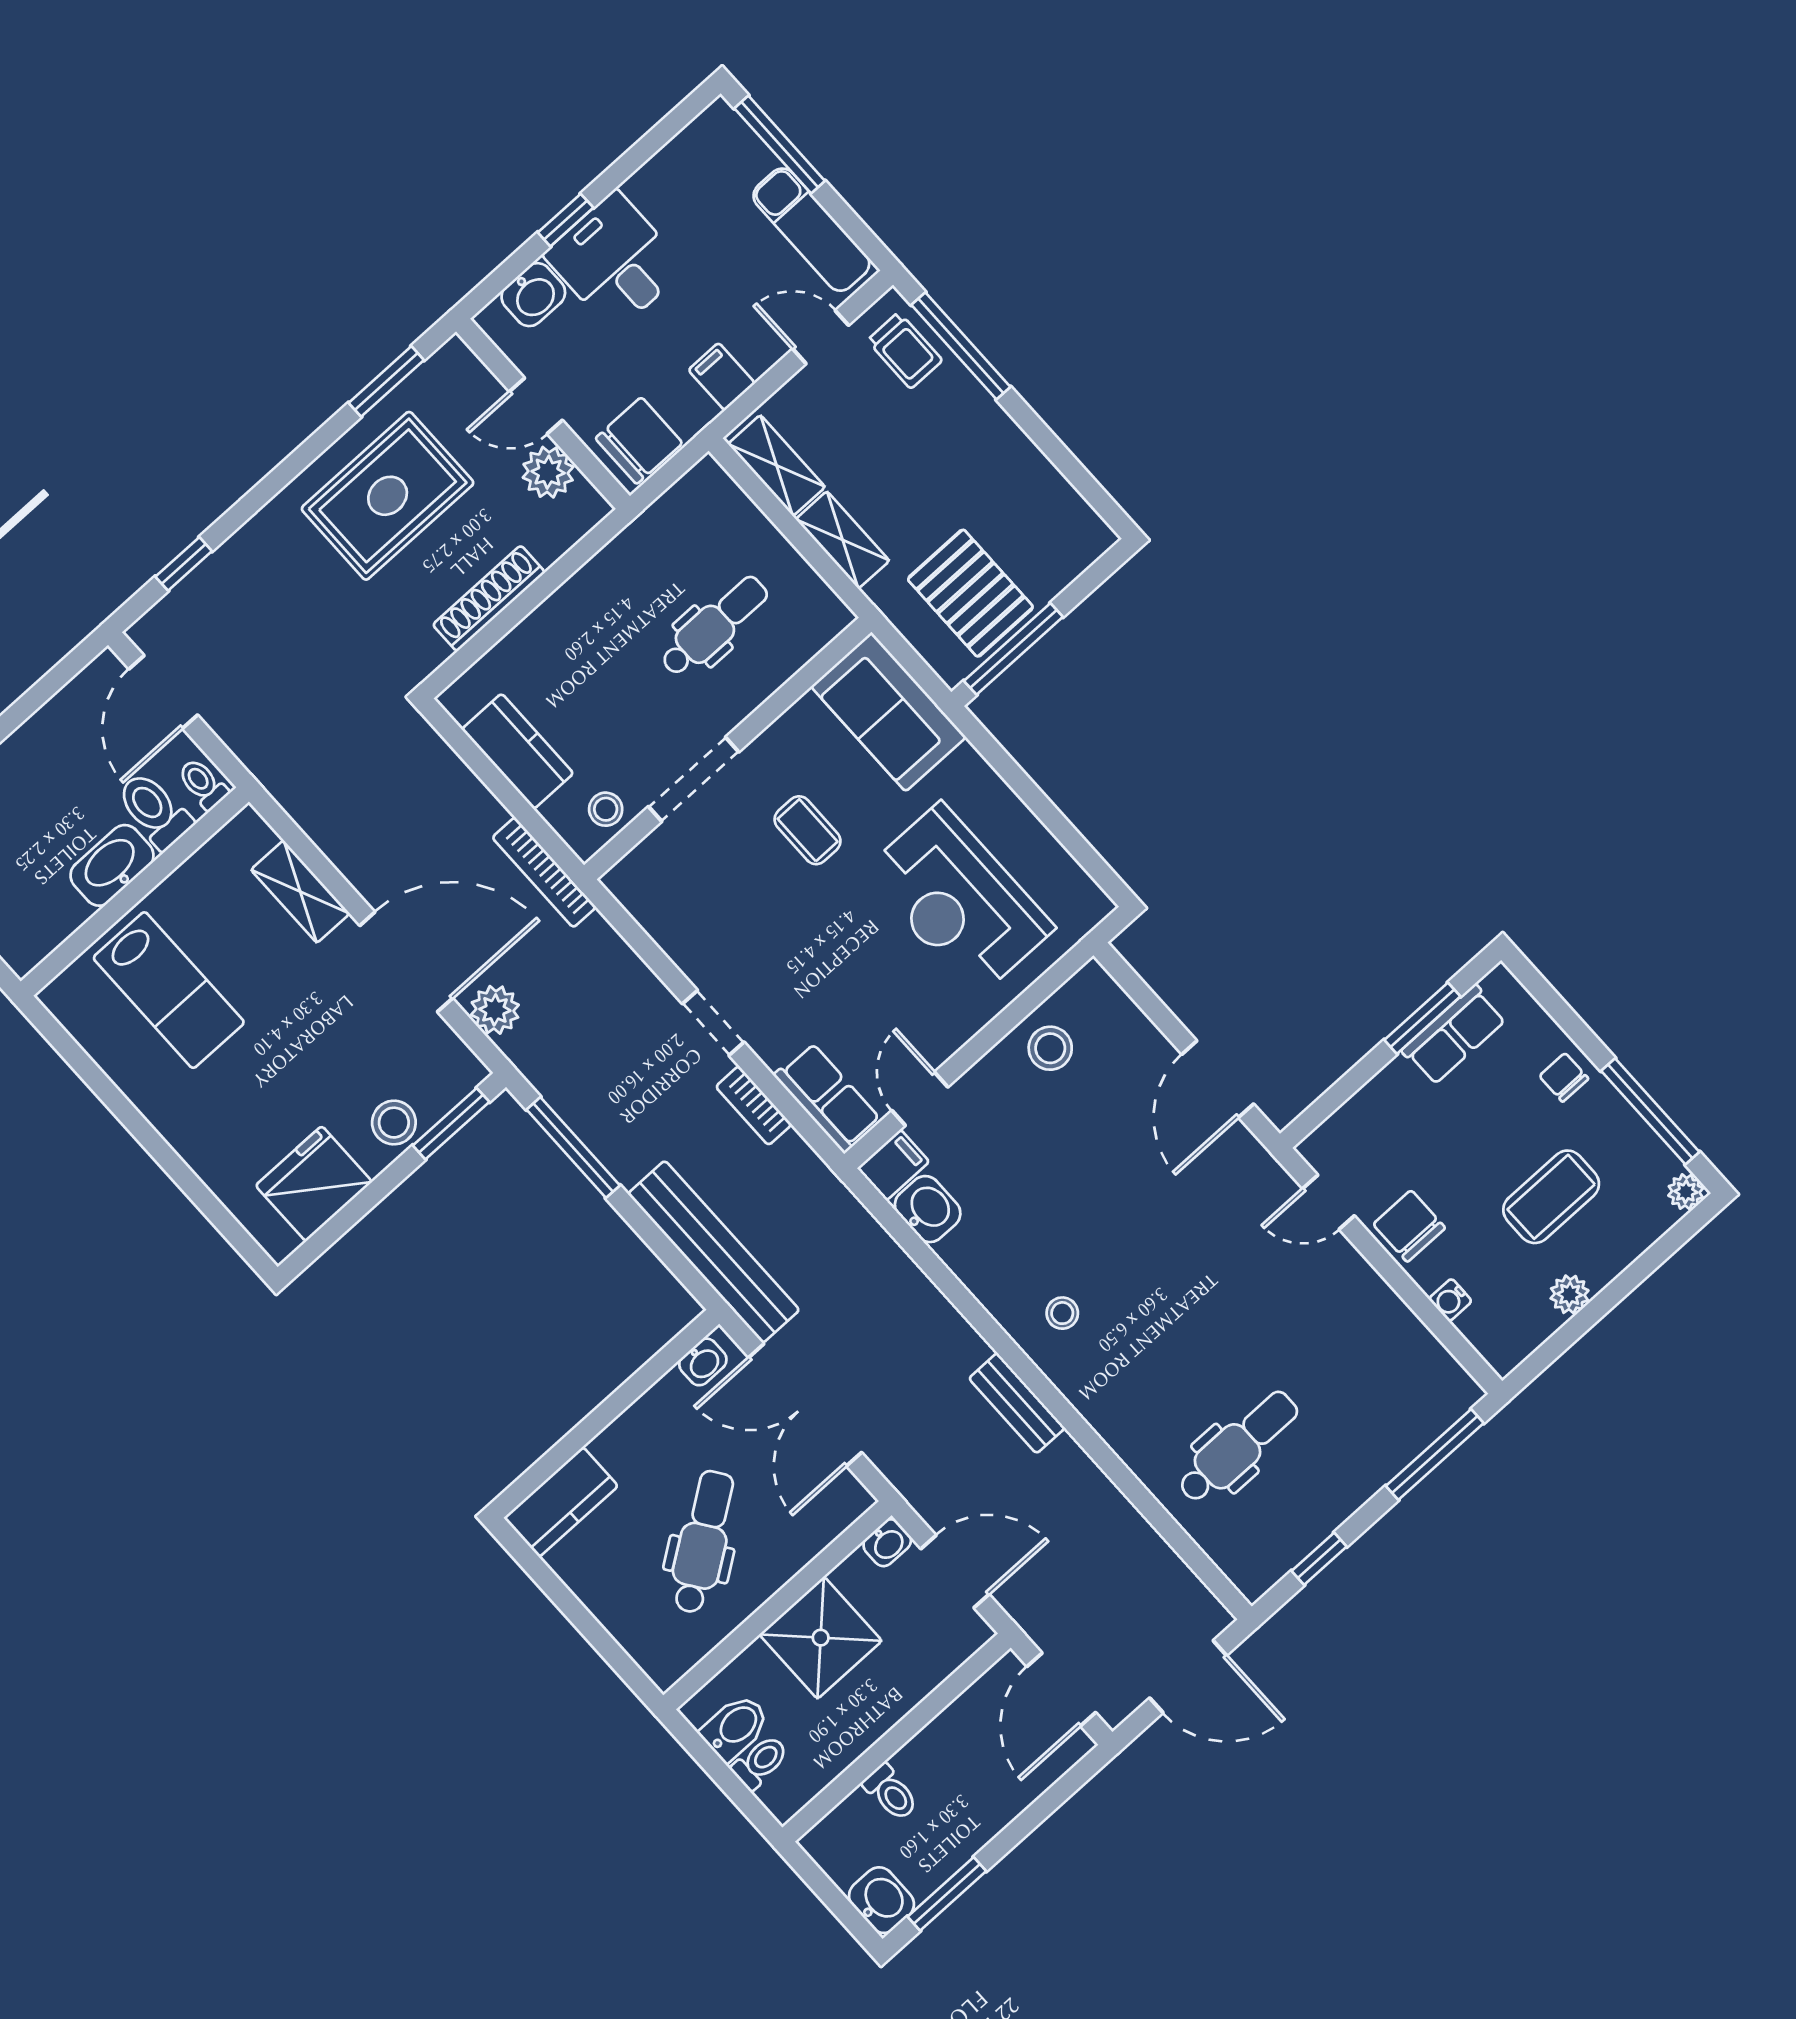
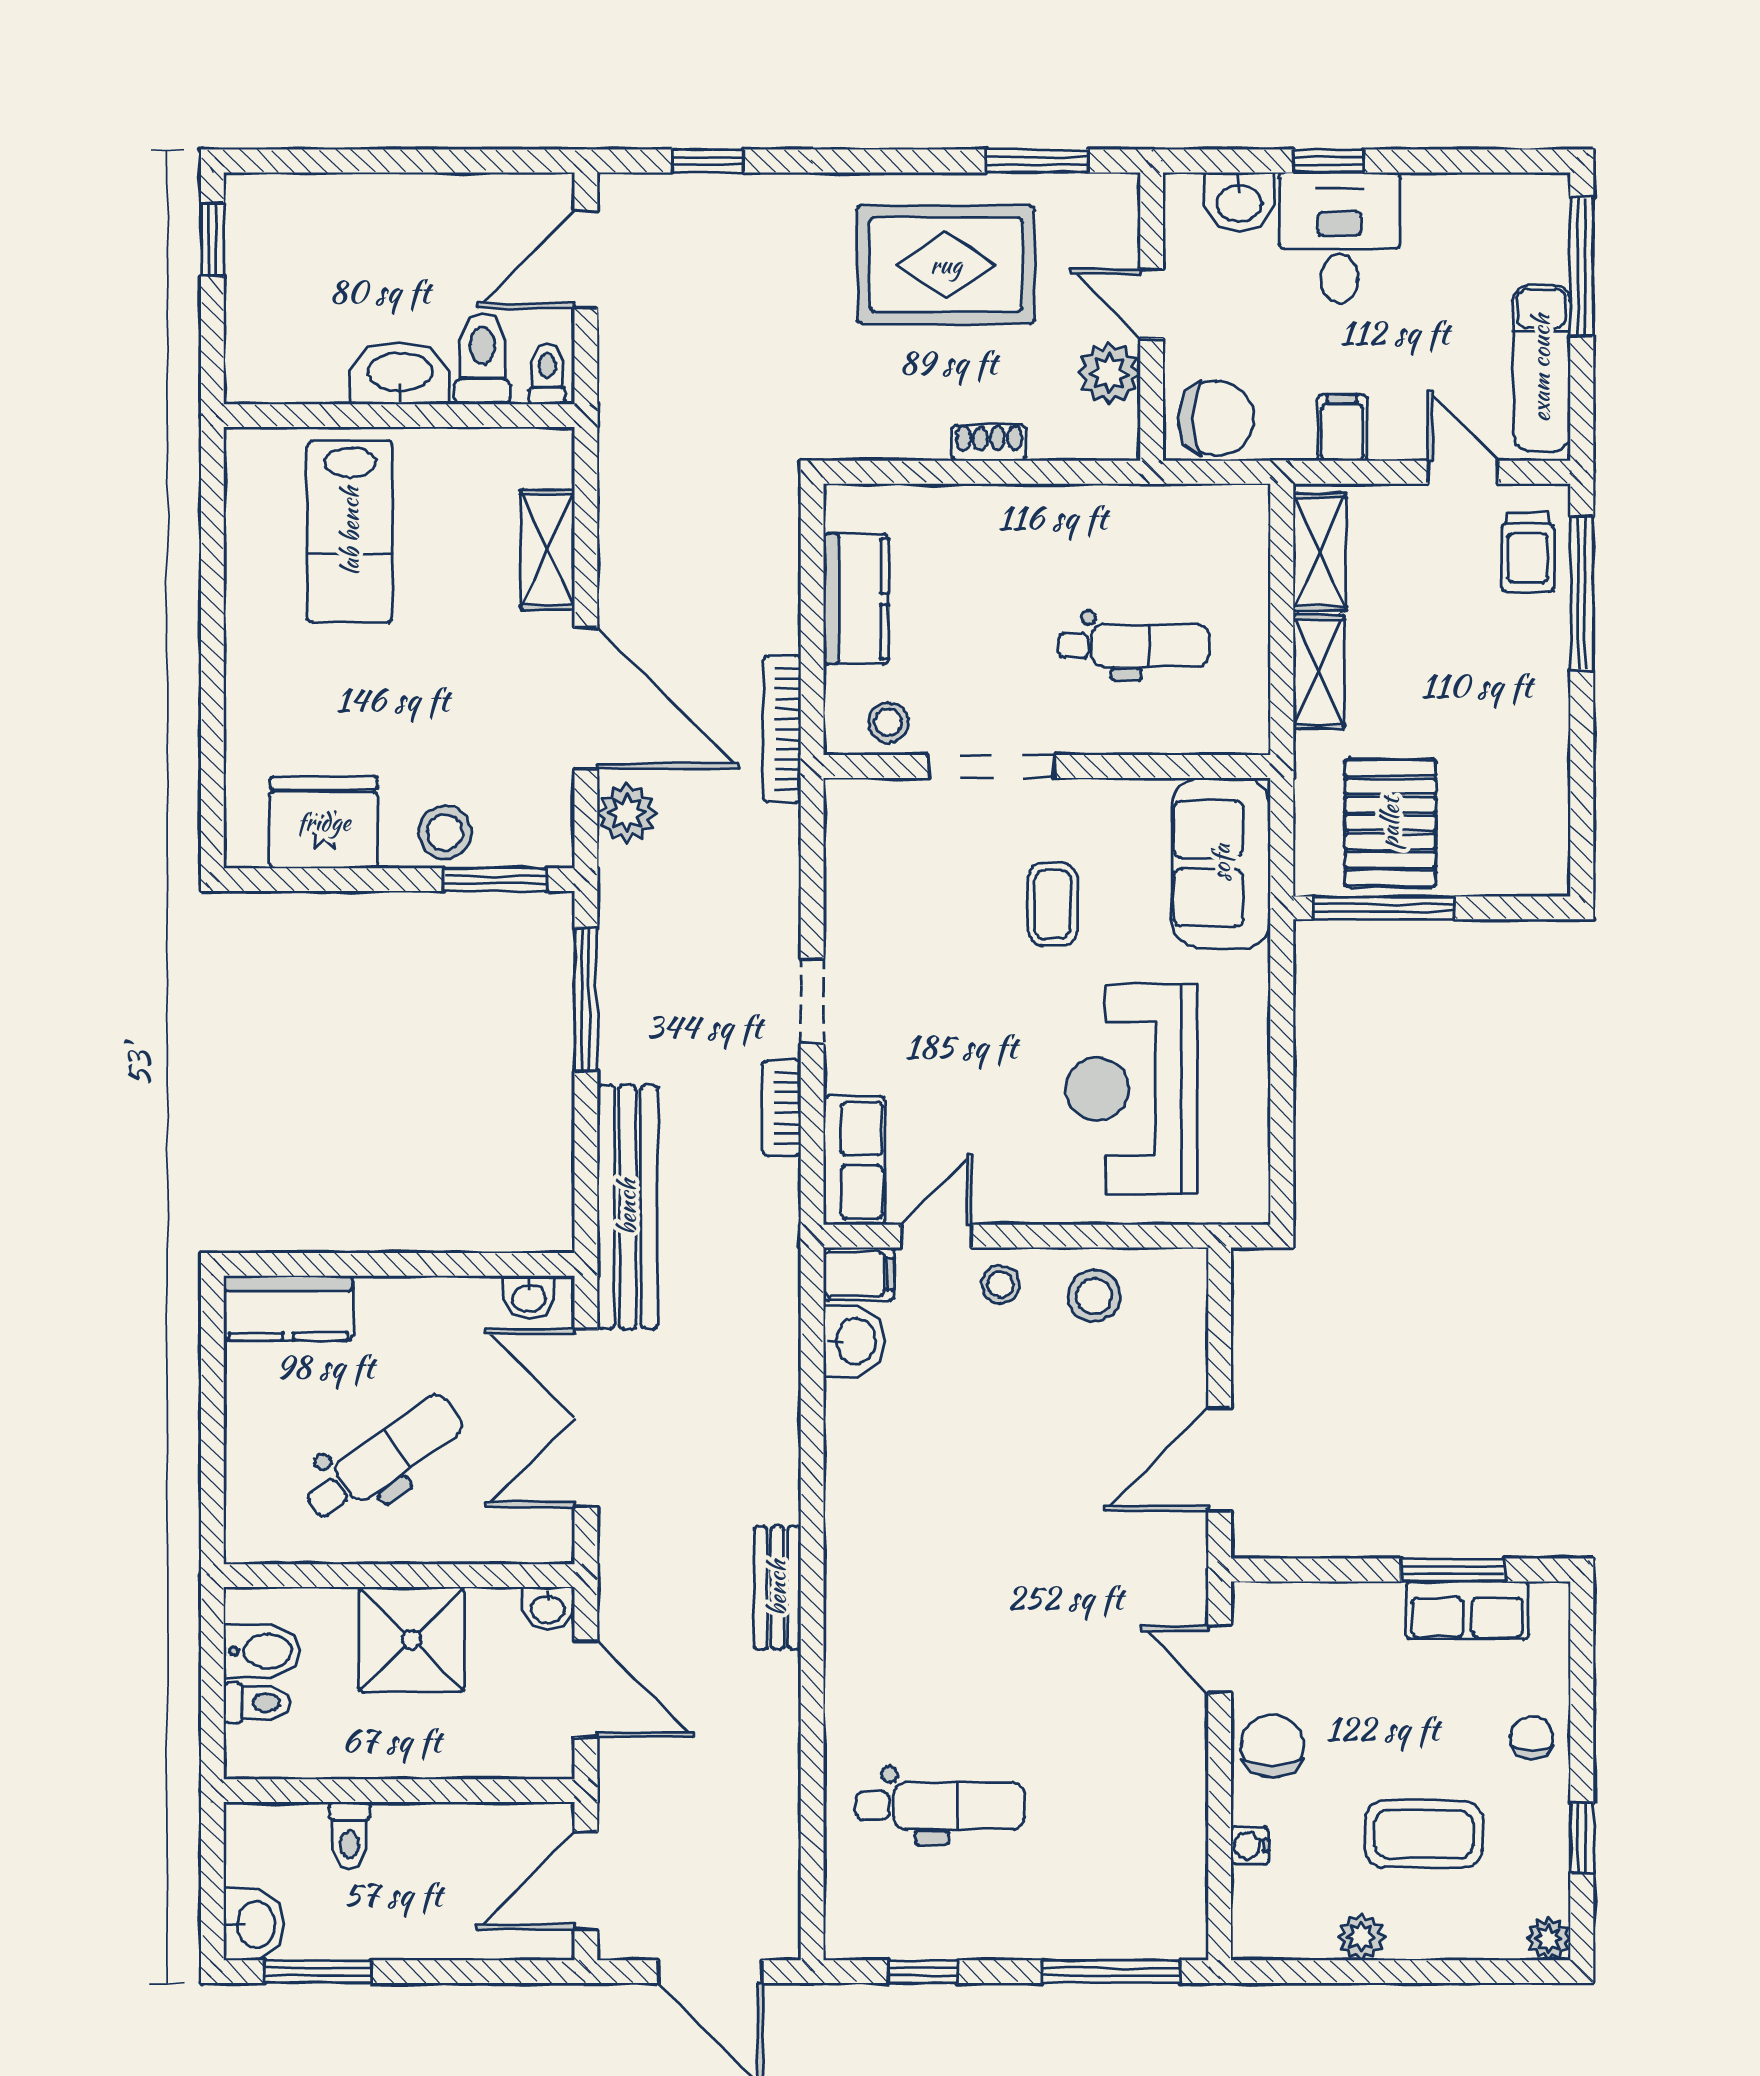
shoe rack: (489, 598) -> (989, 443), width x0.51, depth x0.81
window: (1650, 1111) -> (1582, 1838), width x0.46
stool: (1062, 1313) -> (1000, 1285), moved

